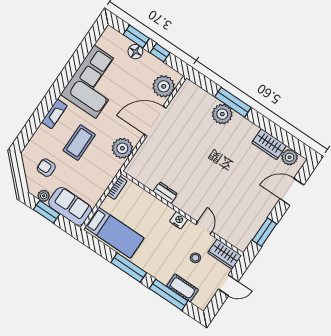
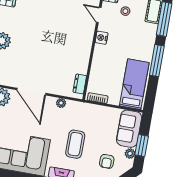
coffee table: (79, 143) -> (75, 144), turned 90
plant: (122, 148) -> (61, 103), width x0.53, depth x0.53
dresser: (165, 193) -> (80, 84), moved
door: (204, 228) -> (99, 15), hinge flipped

